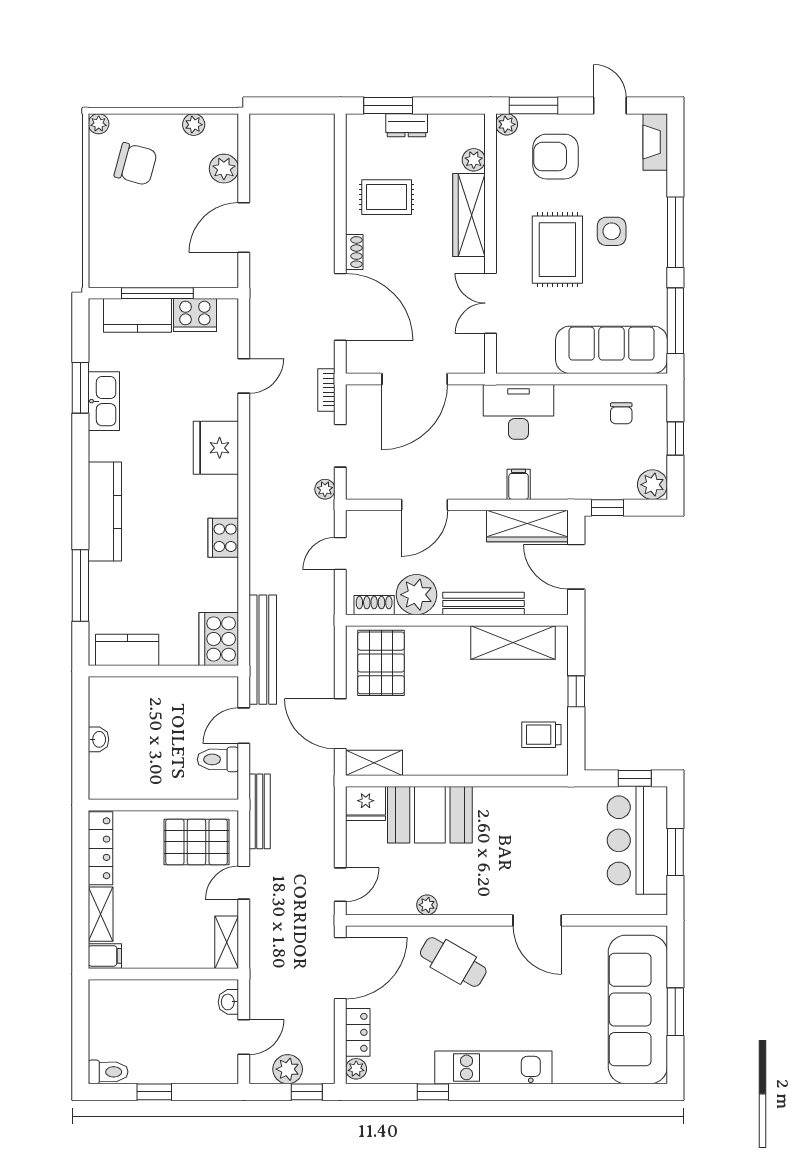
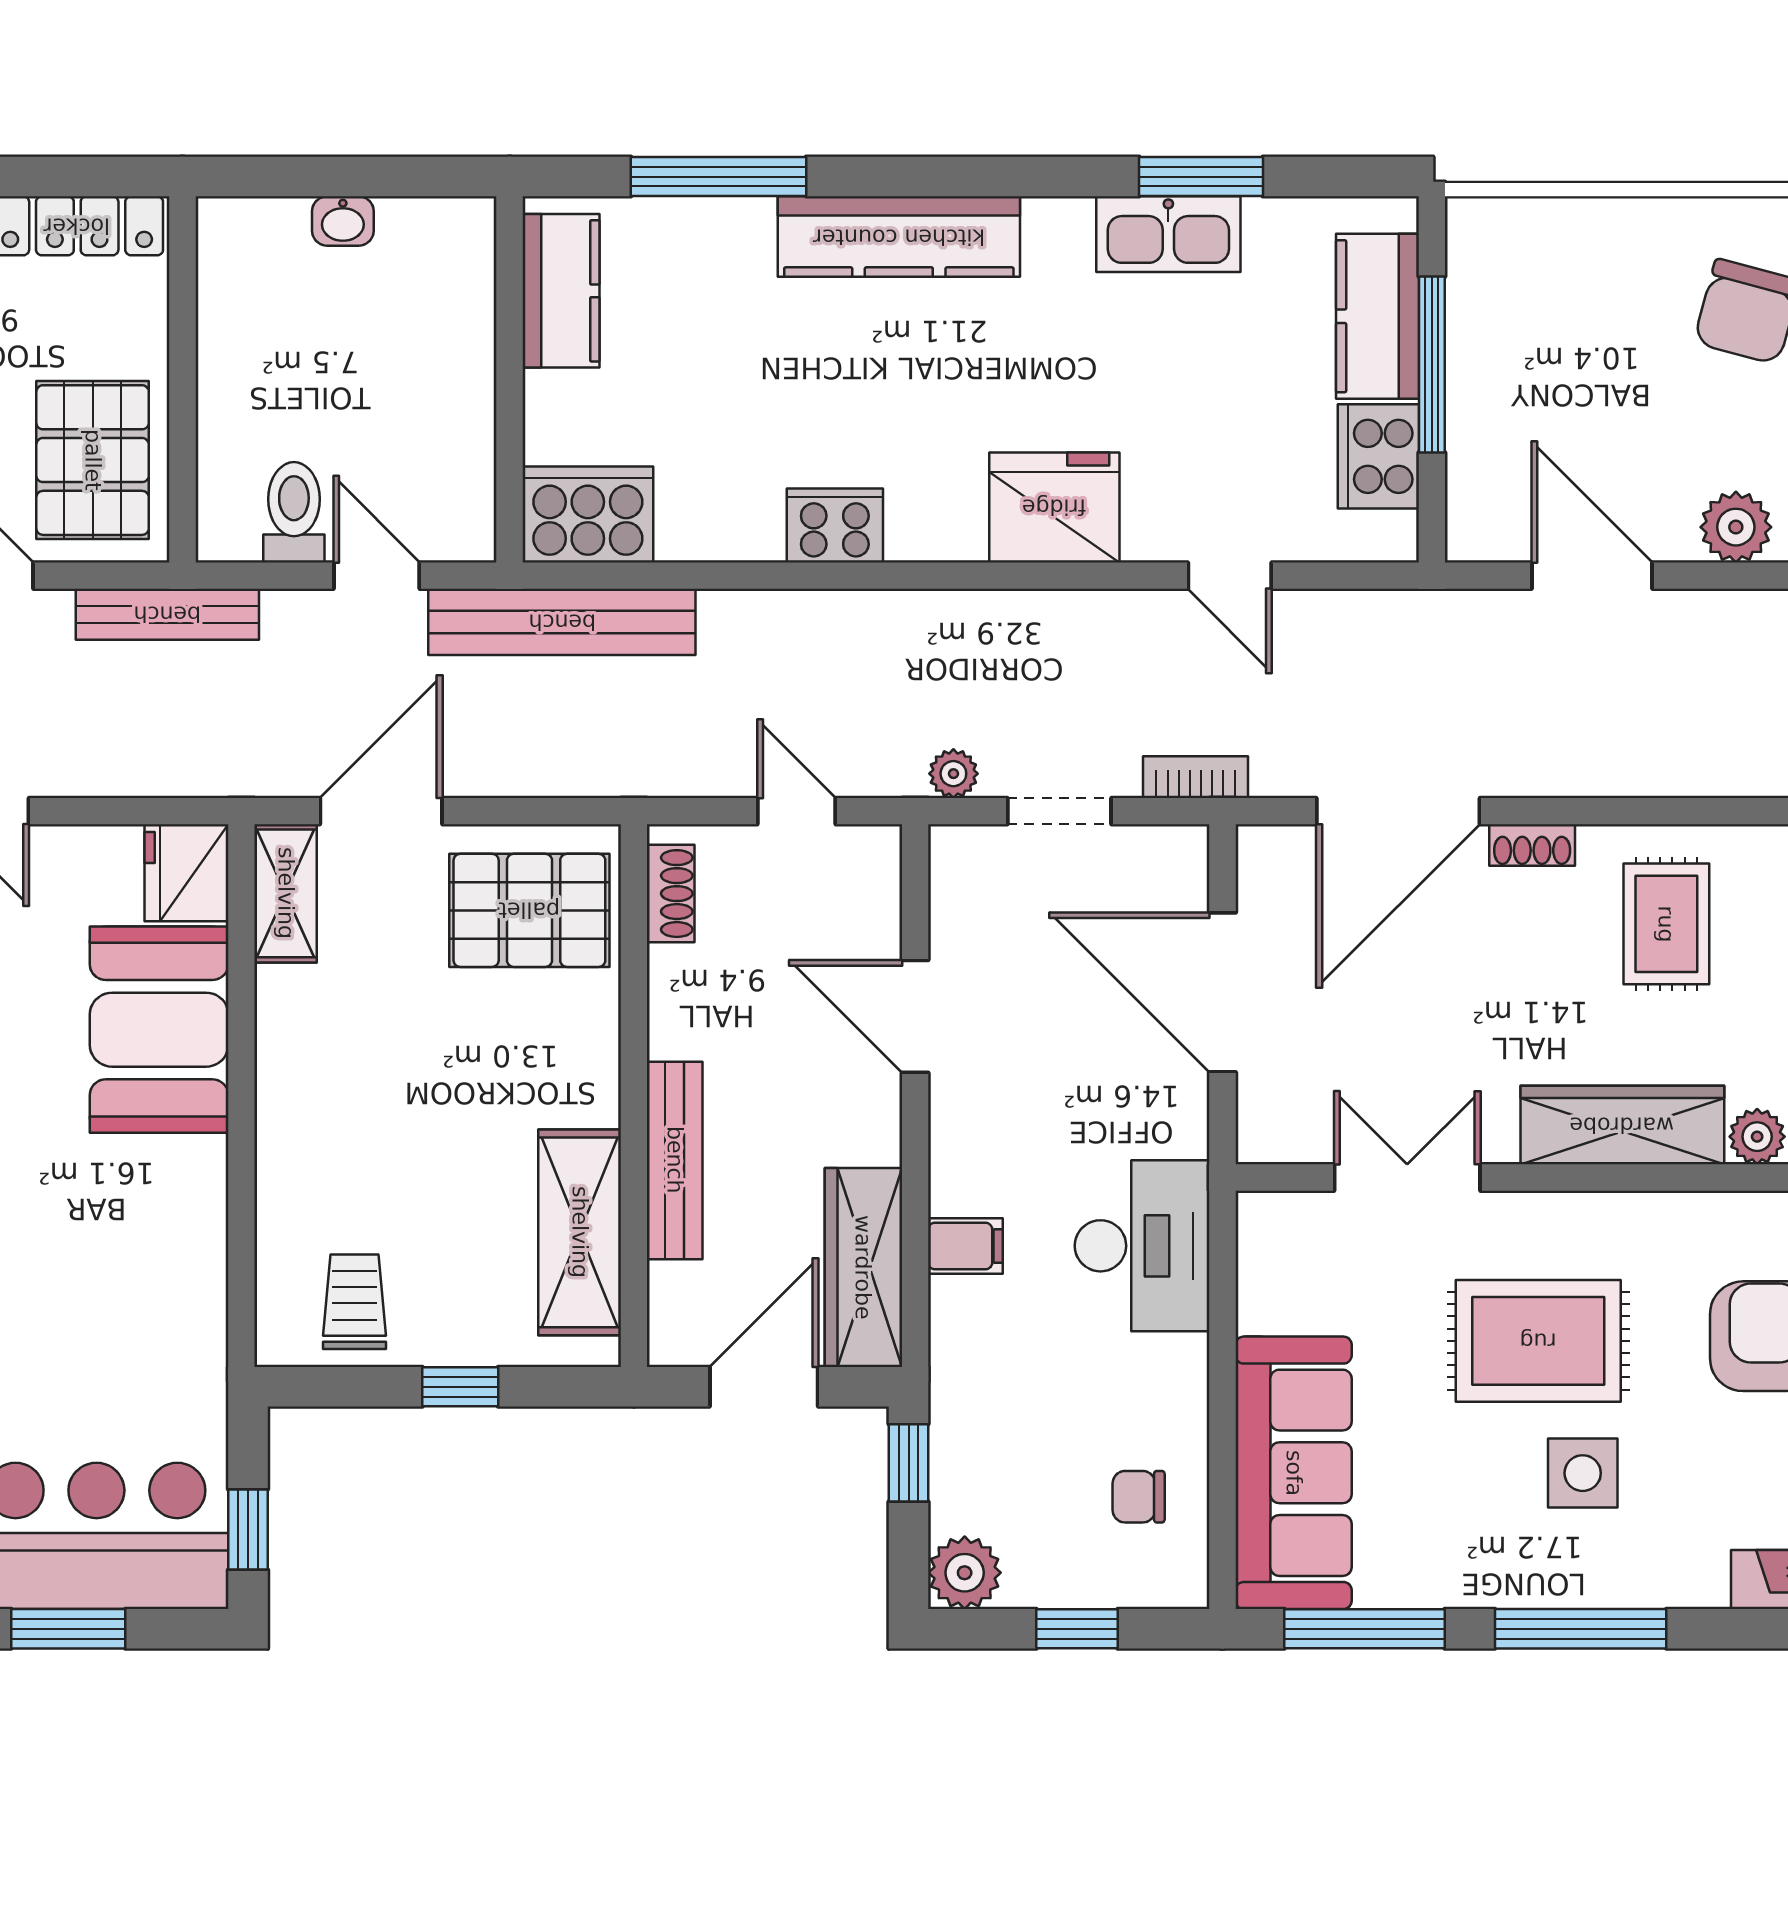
plant: (416, 595) -> (696, 997), removed

